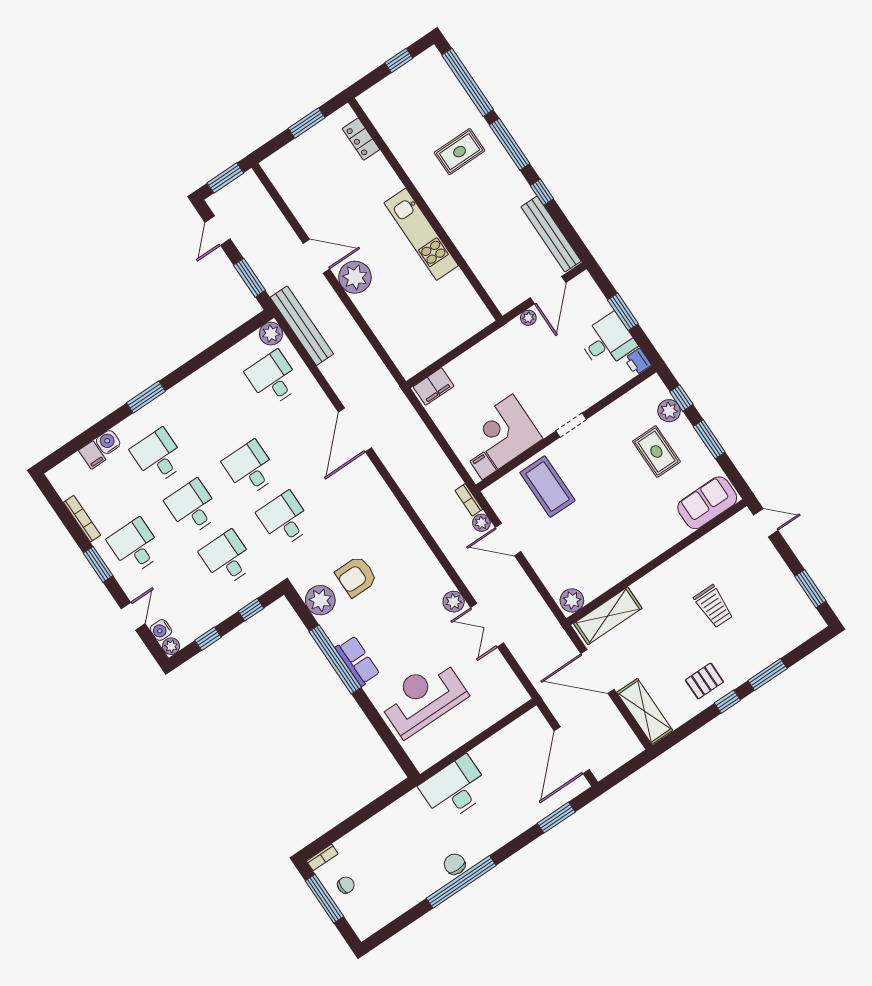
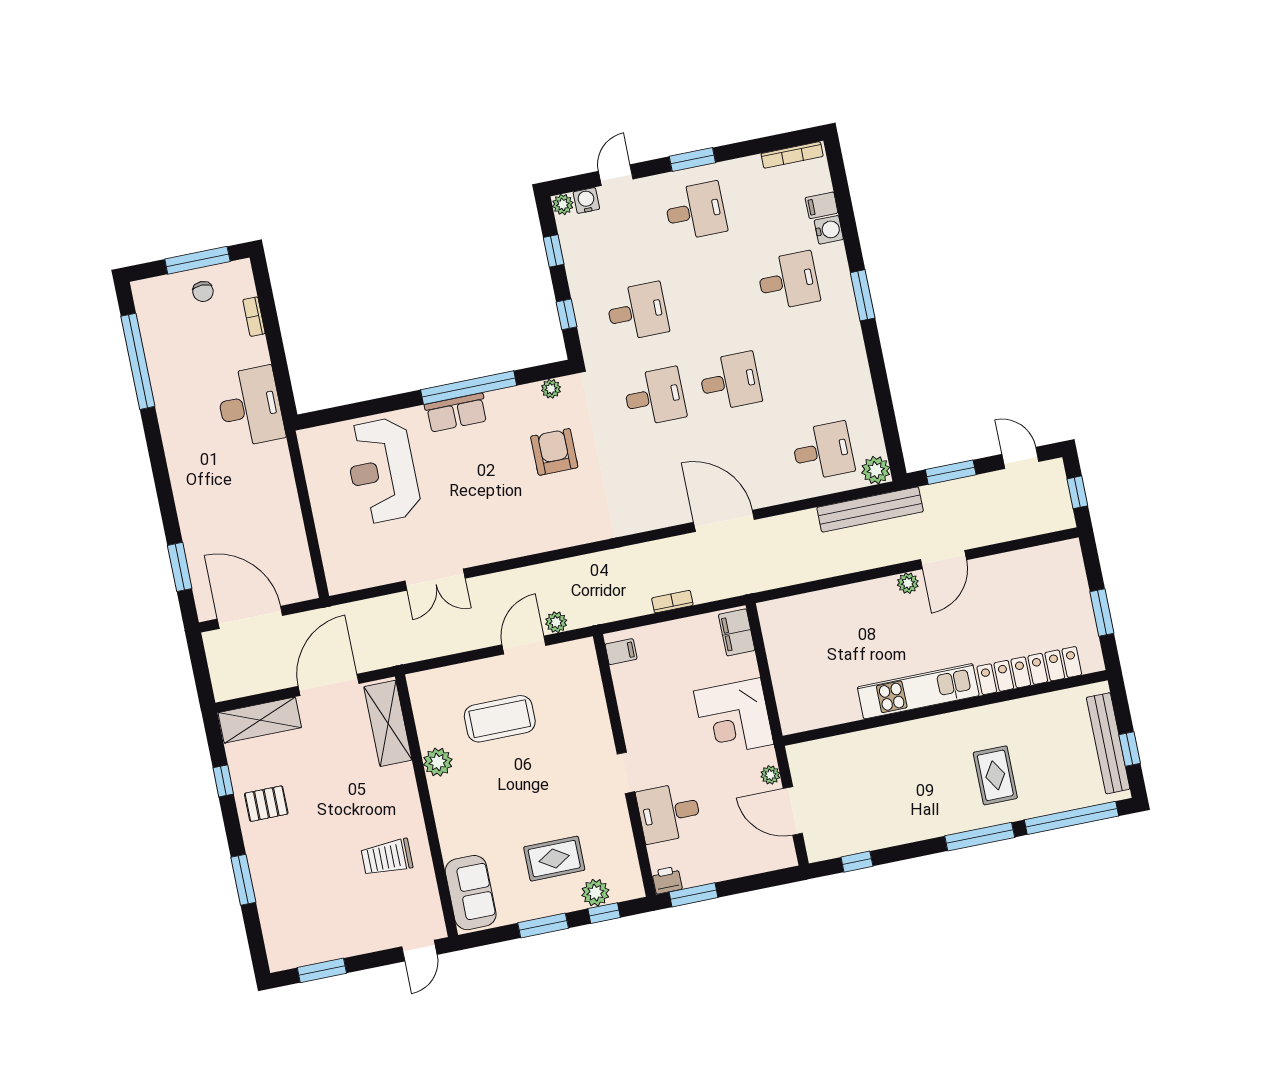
locker: (361, 139) -> (1029, 671), width x2.16, depth x1.21
window: (225, 178) -> (1077, 492), width x0.67
window: (542, 192) -> (857, 862), moved
bench: (551, 234) -> (1108, 743), moved, turned 90
plant: (355, 277) -> (908, 583), width x0.53, depth x0.53
window: (623, 312) -> (693, 895), moved
desk: (607, 341) -> (669, 813), moved, turned 90
corner desk: (505, 432) -> (734, 718), moved, turned 180
coffee table: (547, 487) -> (500, 719), moved
bookcase: (469, 500) -> (672, 602), moved
desk: (193, 507) -> (713, 296), removed
bookcase: (82, 519) -> (792, 155), moved
plant: (320, 600) -> (551, 389), width x0.53, depth x0.53
plant: (572, 600) -> (438, 762), moved
plant: (454, 602) -> (478, 552), removed
trolley: (714, 606) -> (387, 857), moved
door: (133, 616) -> (616, 175), swing flipped
double door: (487, 625) -> (435, 580), swing flipped
pallet: (704, 681) -> (266, 804), turned 90
reception desk: (423, 698) -> (382, 471), turned 180
window: (727, 702) -> (223, 781), moved
desk: (455, 789) -> (250, 407), moved
bookcase: (322, 857) -> (254, 317), moved
chair: (455, 864) -> (175, 427), removed
window: (461, 882) -> (138, 361), moved

